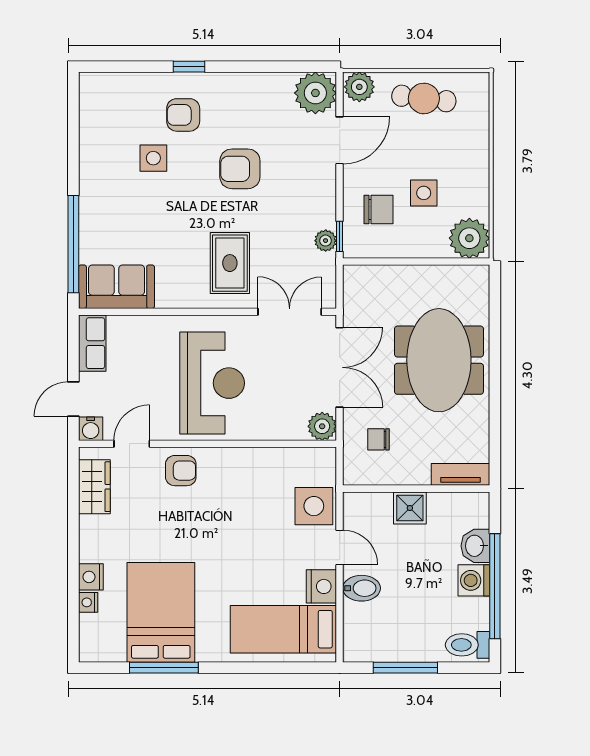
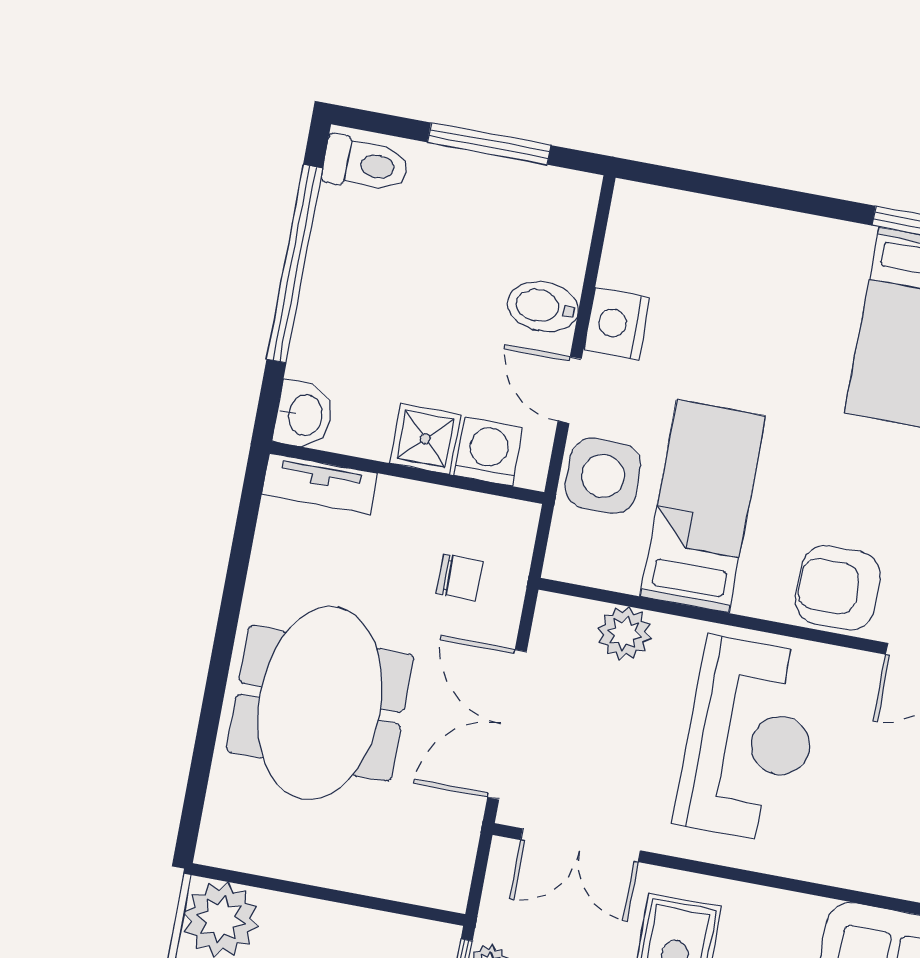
reception desk: (212, 383) -> (749, 740), turned 180
plant: (322, 426) -> (625, 633), moved
armchair: (181, 471) -> (838, 588), width x1.38, depth x1.38
washbasin: (475, 546) -> (304, 415), moved
washing machine: (474, 580) -> (488, 452), moved, turned -90
bed: (283, 629) -> (703, 506), moved, turned -90

